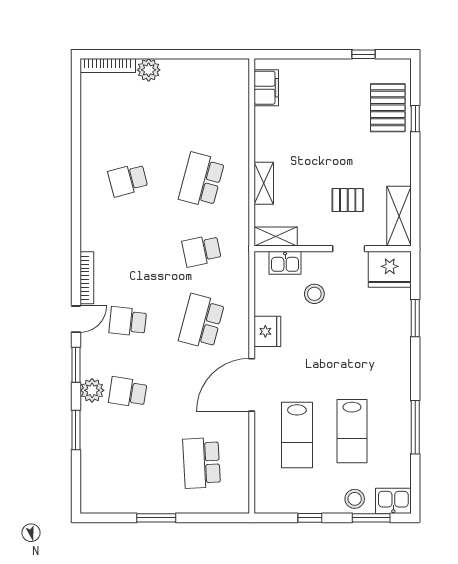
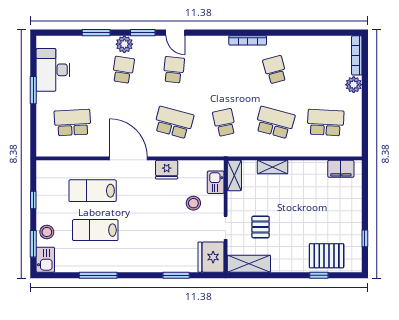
school desk: (202, 109) -> (326, 123), added
bookcase: (87, 278) -> (248, 40), moved
desk: (128, 490) -> (53, 70), added

